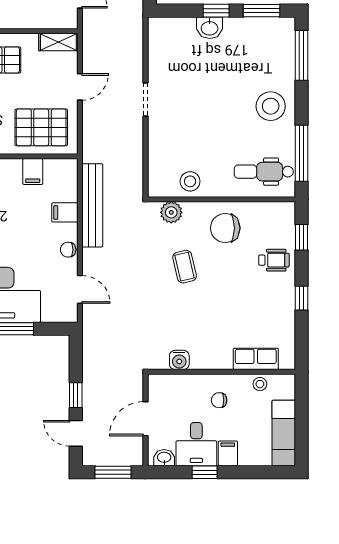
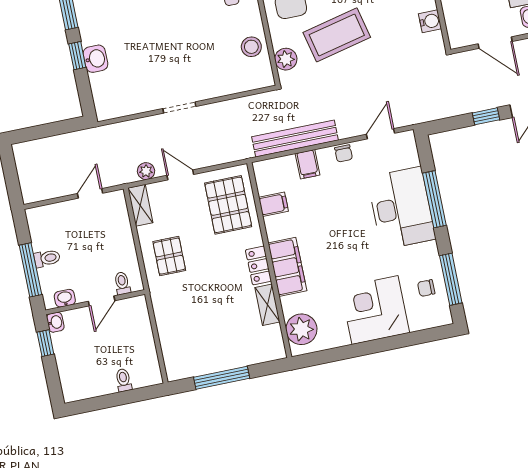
plant: (90, 54) -> (146, 171), added
coffee table: (185, 267) -> (337, 35), width x1.86, depth x1.72

